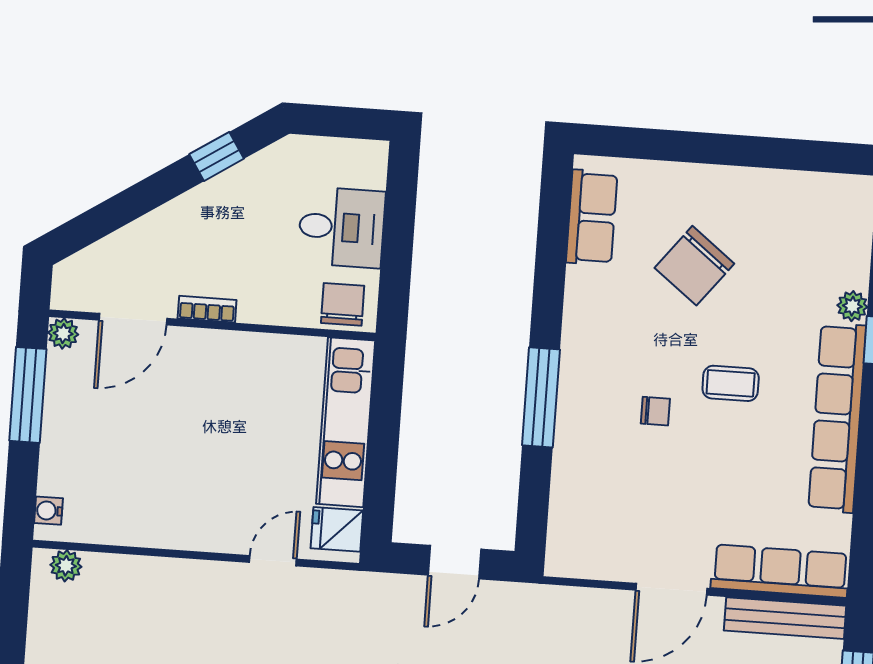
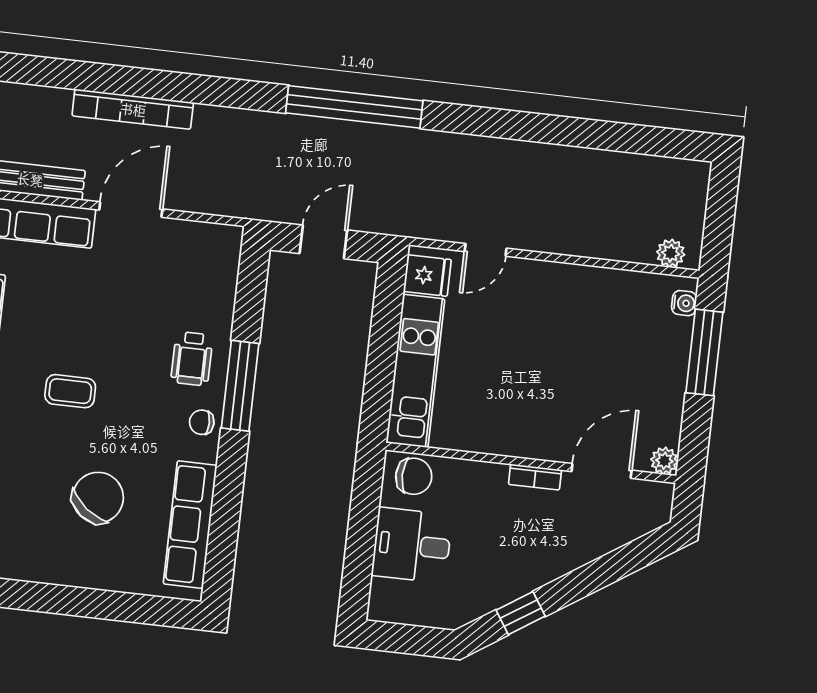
row of seats: (592, 217) -> (190, 525), width x1.48
chair: (343, 304) -> (414, 476), turned -90
window: (28, 395) -> (704, 352), moved
chair: (655, 411) -> (202, 422), moved
wheelchair: (596, 425) -> (192, 359), added

